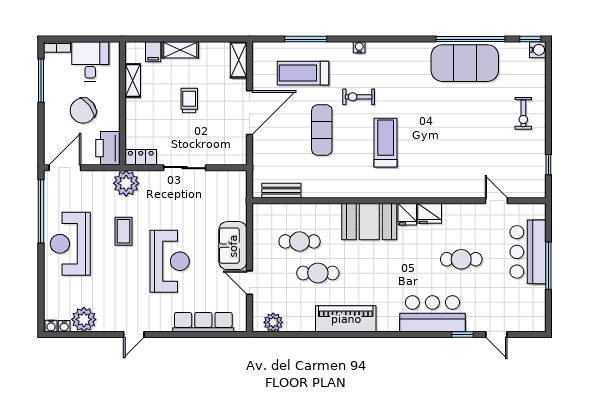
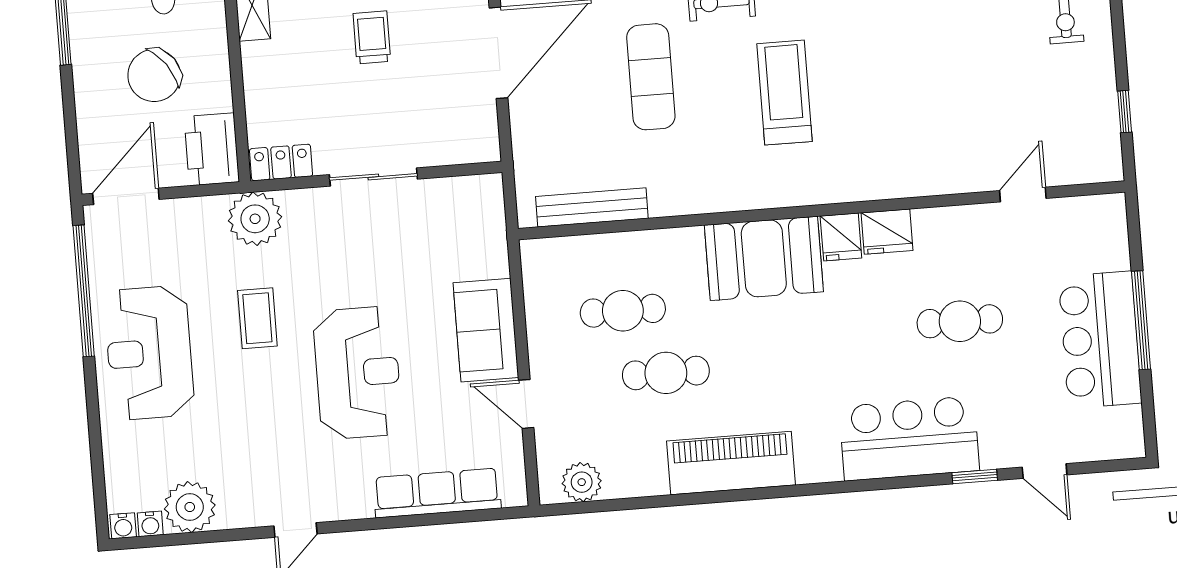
bench: (281, 191) -> (592, 207), width x1.36
door: (496, 201) -> (1023, 194), hinge flipped
bar counter: (528, 252) -> (1100, 340), moved

